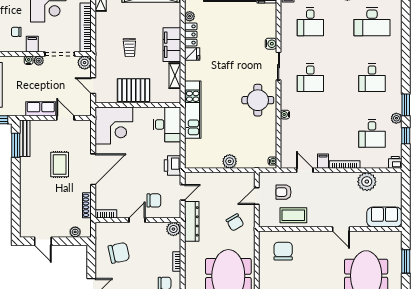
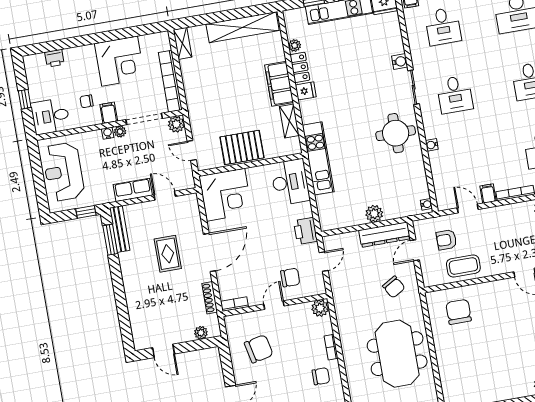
trolley: (130, 47) -> (228, 96), removed
dresser: (192, 221) -> (384, 235), moved, turned 90

